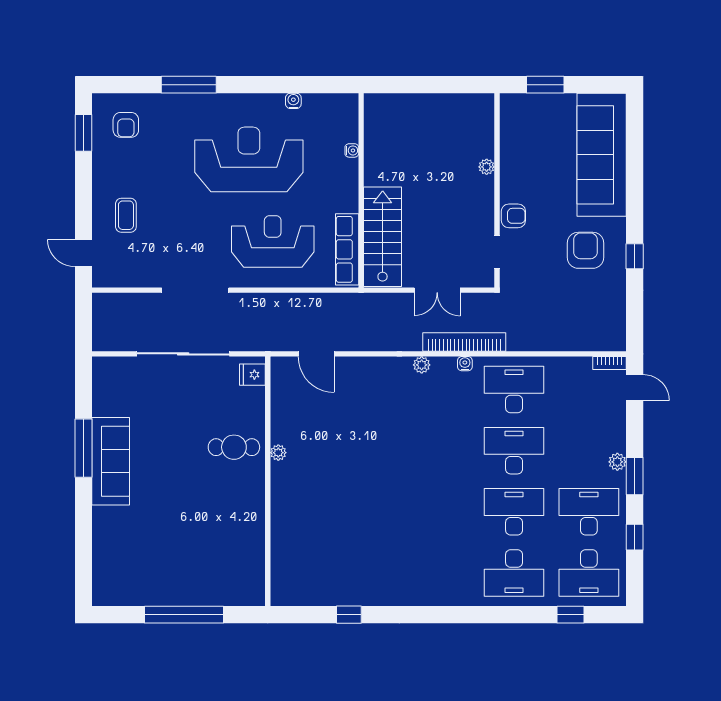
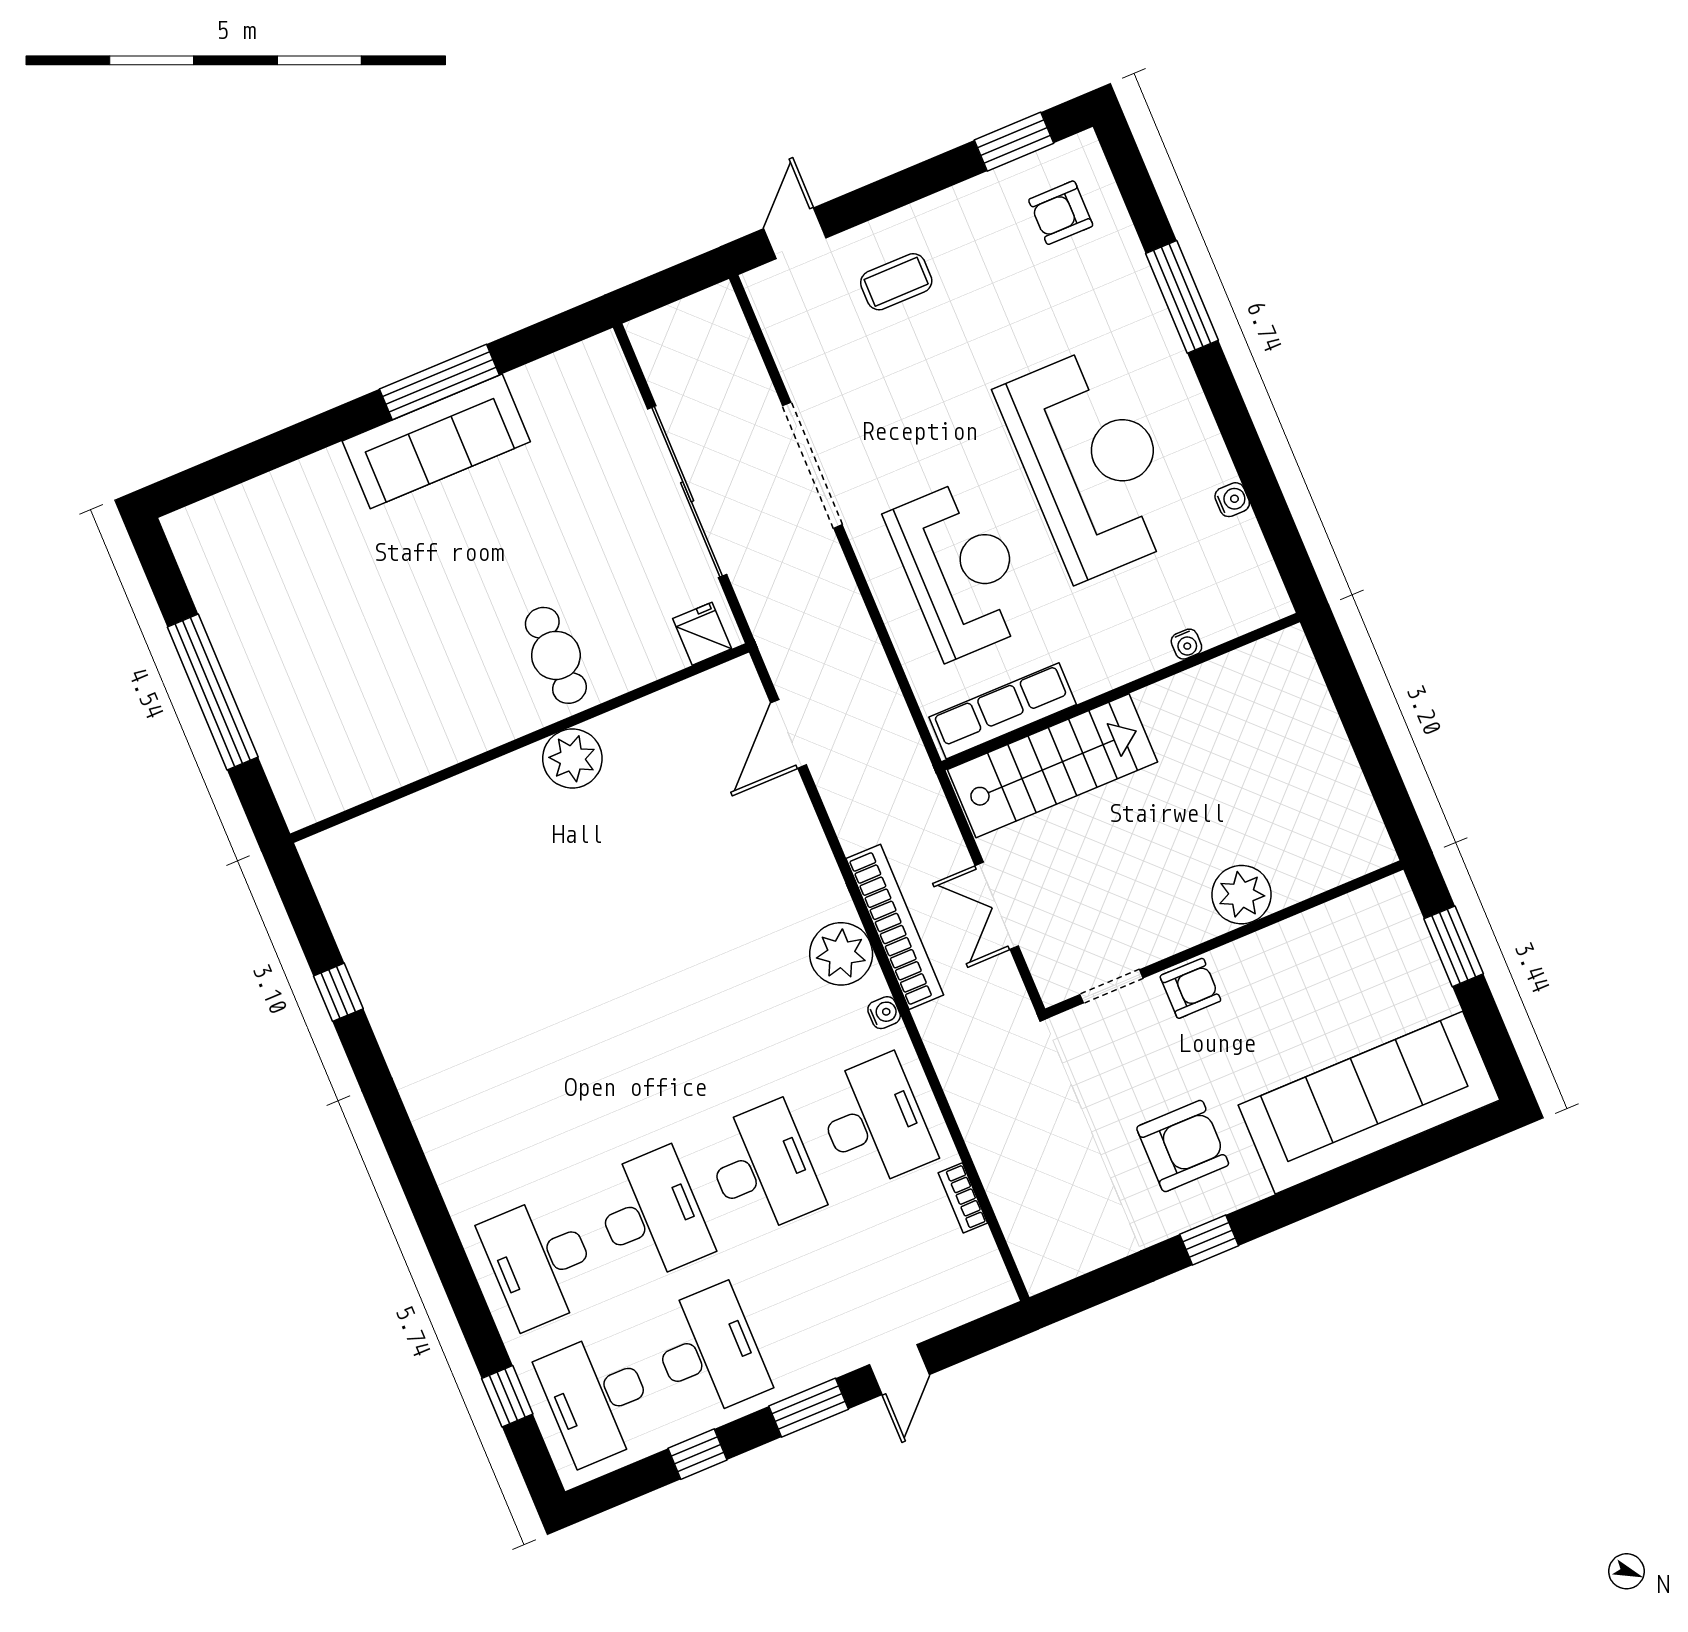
plant: (487, 167) -> (1241, 895), width x1.87, depth x1.87
armchair: (513, 216) -> (1190, 988), turned -90
bookcase: (464, 342) -> (895, 927), moved
bookcase: (609, 363) -> (963, 1198), moved
plant: (422, 365) -> (841, 954), width x1.88, depth x1.88
door: (635, 388) -> (899, 1370), moved
plant: (278, 453) -> (572, 759), width x1.87, depth x1.87
plant: (617, 462) -> (822, 1365), removed

